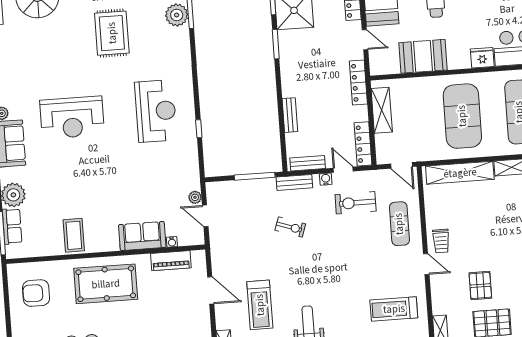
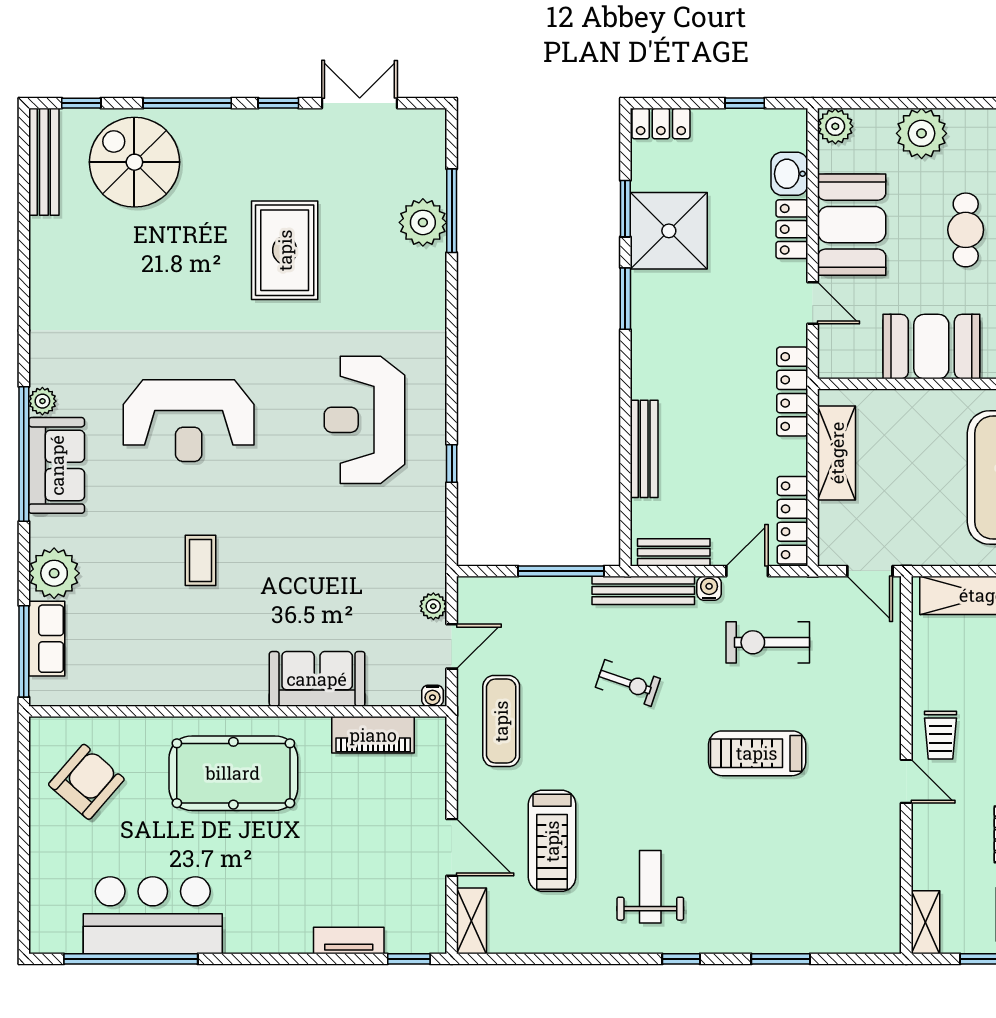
reception desk: (156, 111) -> (364, 420), turned 180
bench: (290, 115) -> (644, 449), width x1.36
door: (343, 170) -> (747, 571), hinge flipped
bench: (294, 182) -> (643, 590), width x1.36
door: (205, 216) -> (452, 646), swing flipped
exercise mat: (399, 224) -> (501, 721), moved
coffee table: (74, 235) -> (201, 560), moved, width x0.73, depth x0.77
water cooler: (172, 242) -> (433, 696), moved
door: (211, 290) -> (452, 847), moved
armchair: (36, 293) -> (86, 782), turned 131
treadmill: (394, 309) -> (757, 753), moved

